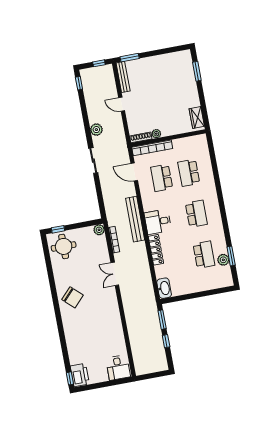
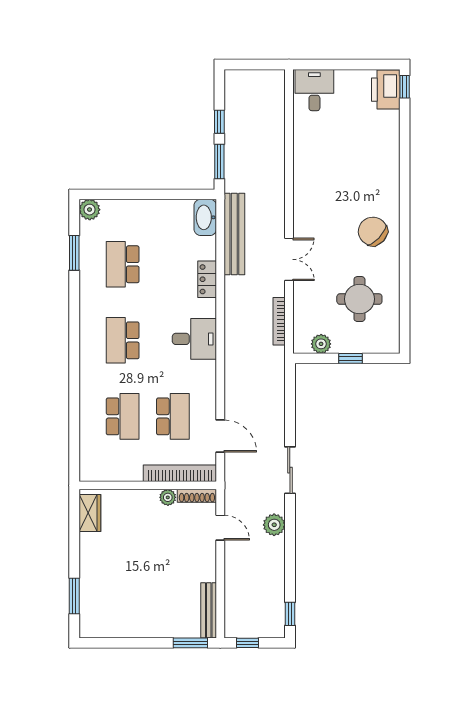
door: (122, 104) -> (220, 528), moved
bench: (135, 219) -> (234, 234), moved
window: (58, 229) -> (351, 358), moved
plant: (99, 230) -> (321, 344), moved
round table: (64, 246) -> (359, 299), moved
locker: (156, 250) -> (207, 279), width x0.66
plant: (223, 260) -> (90, 210), moved

